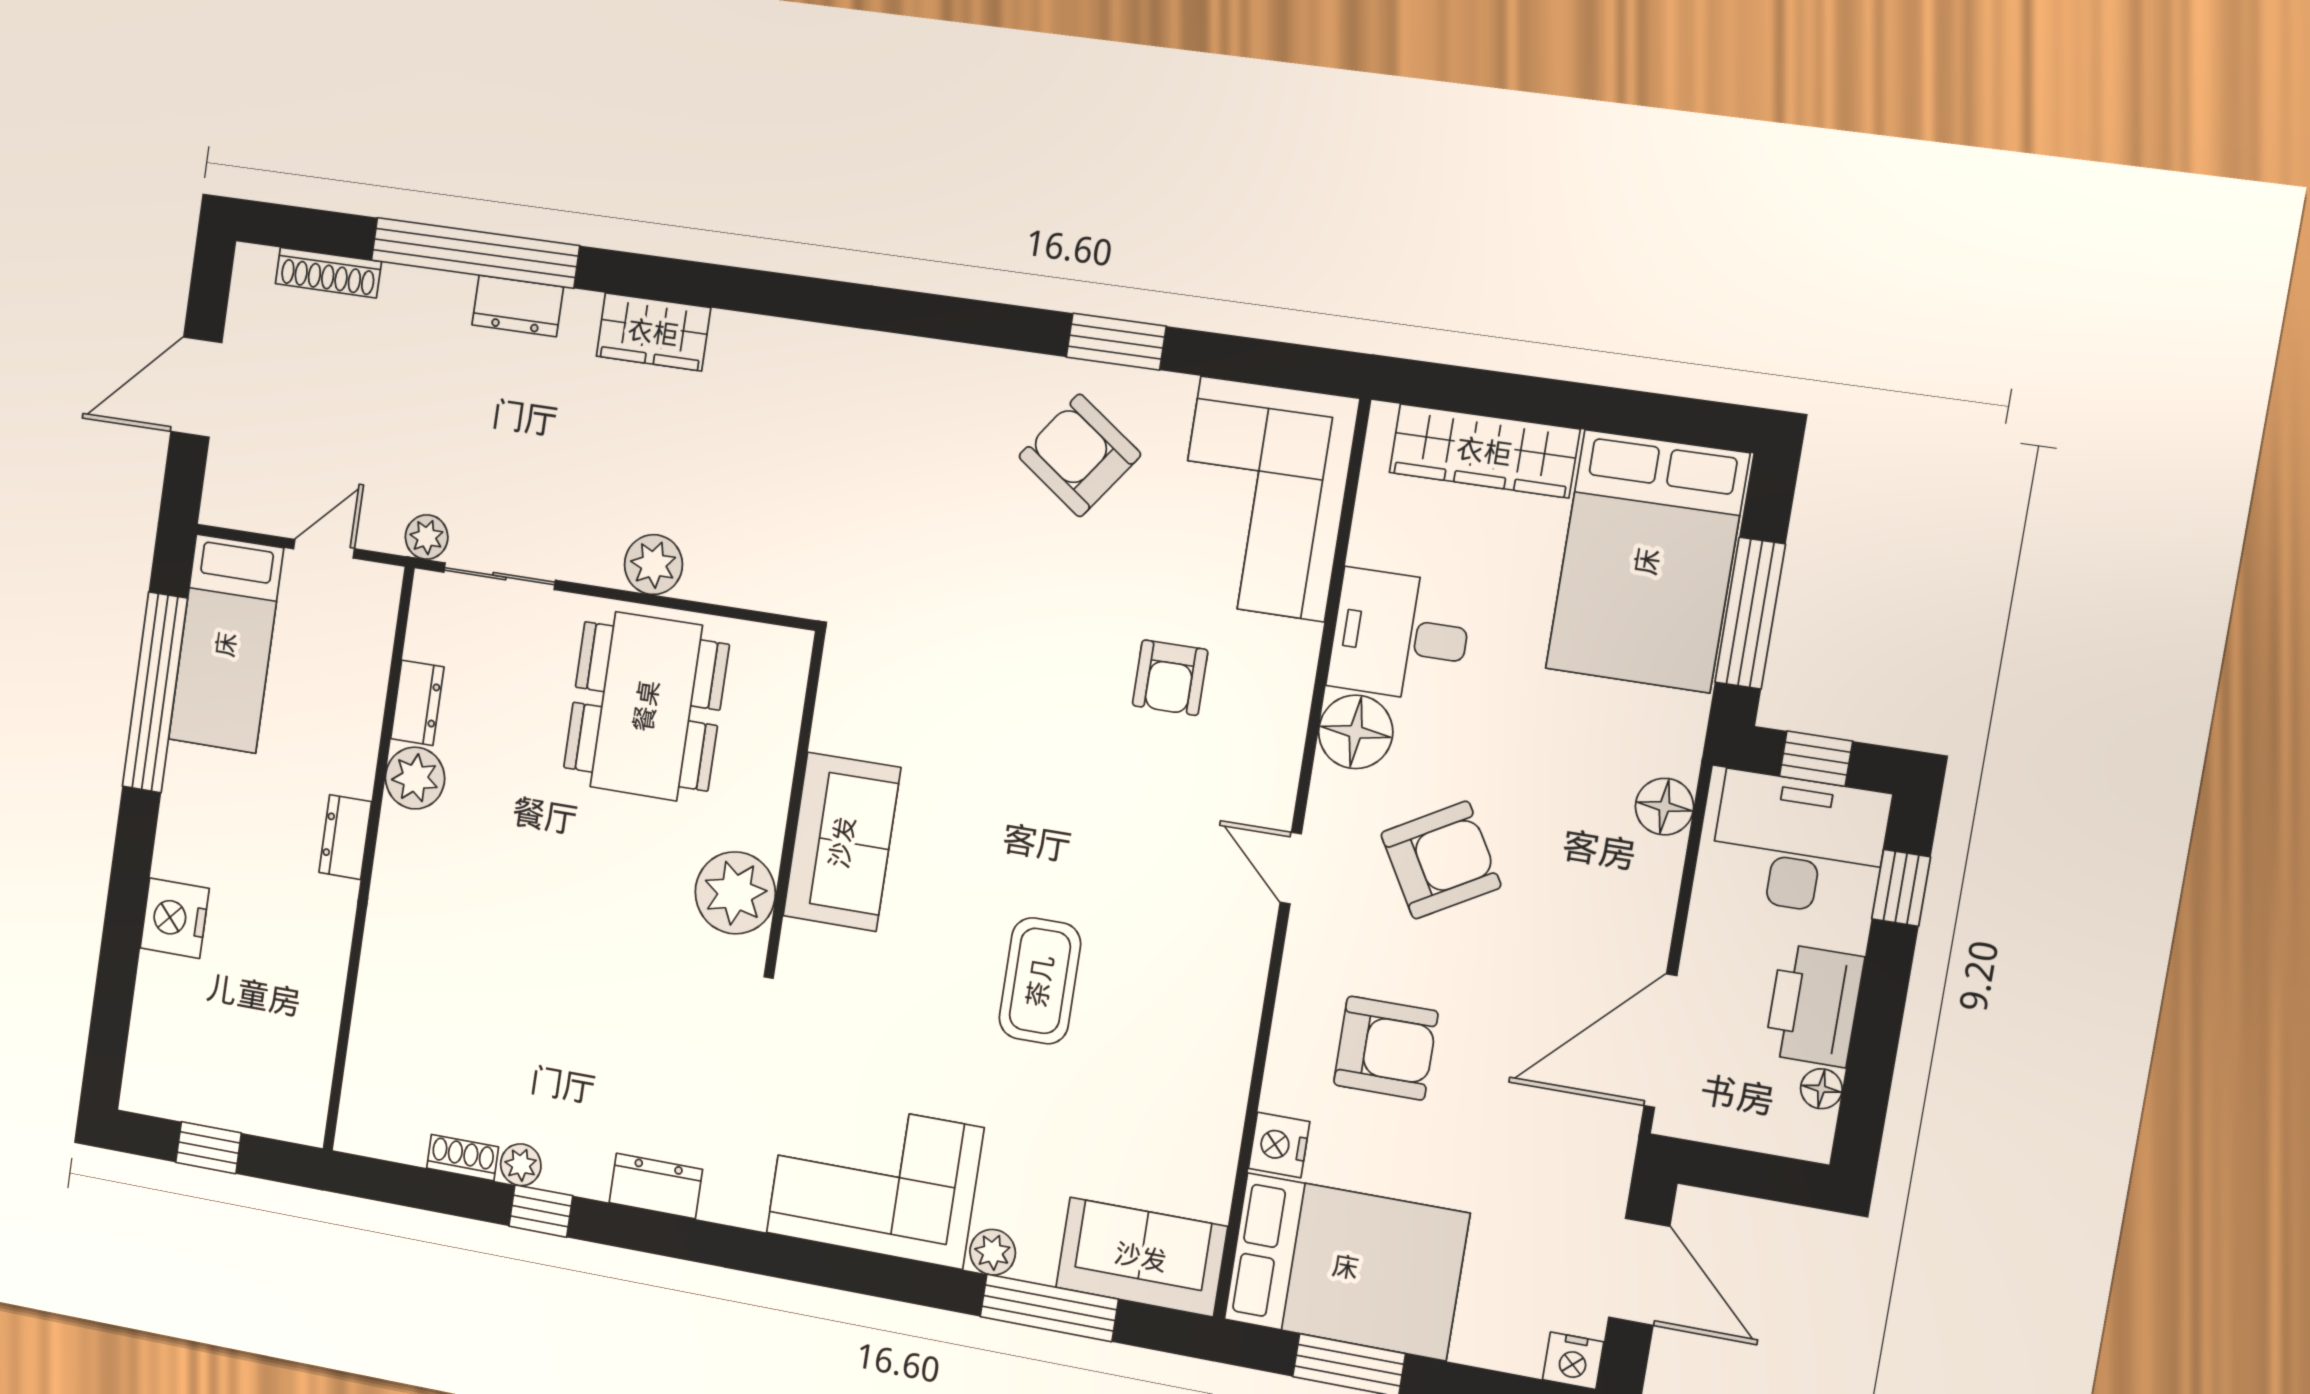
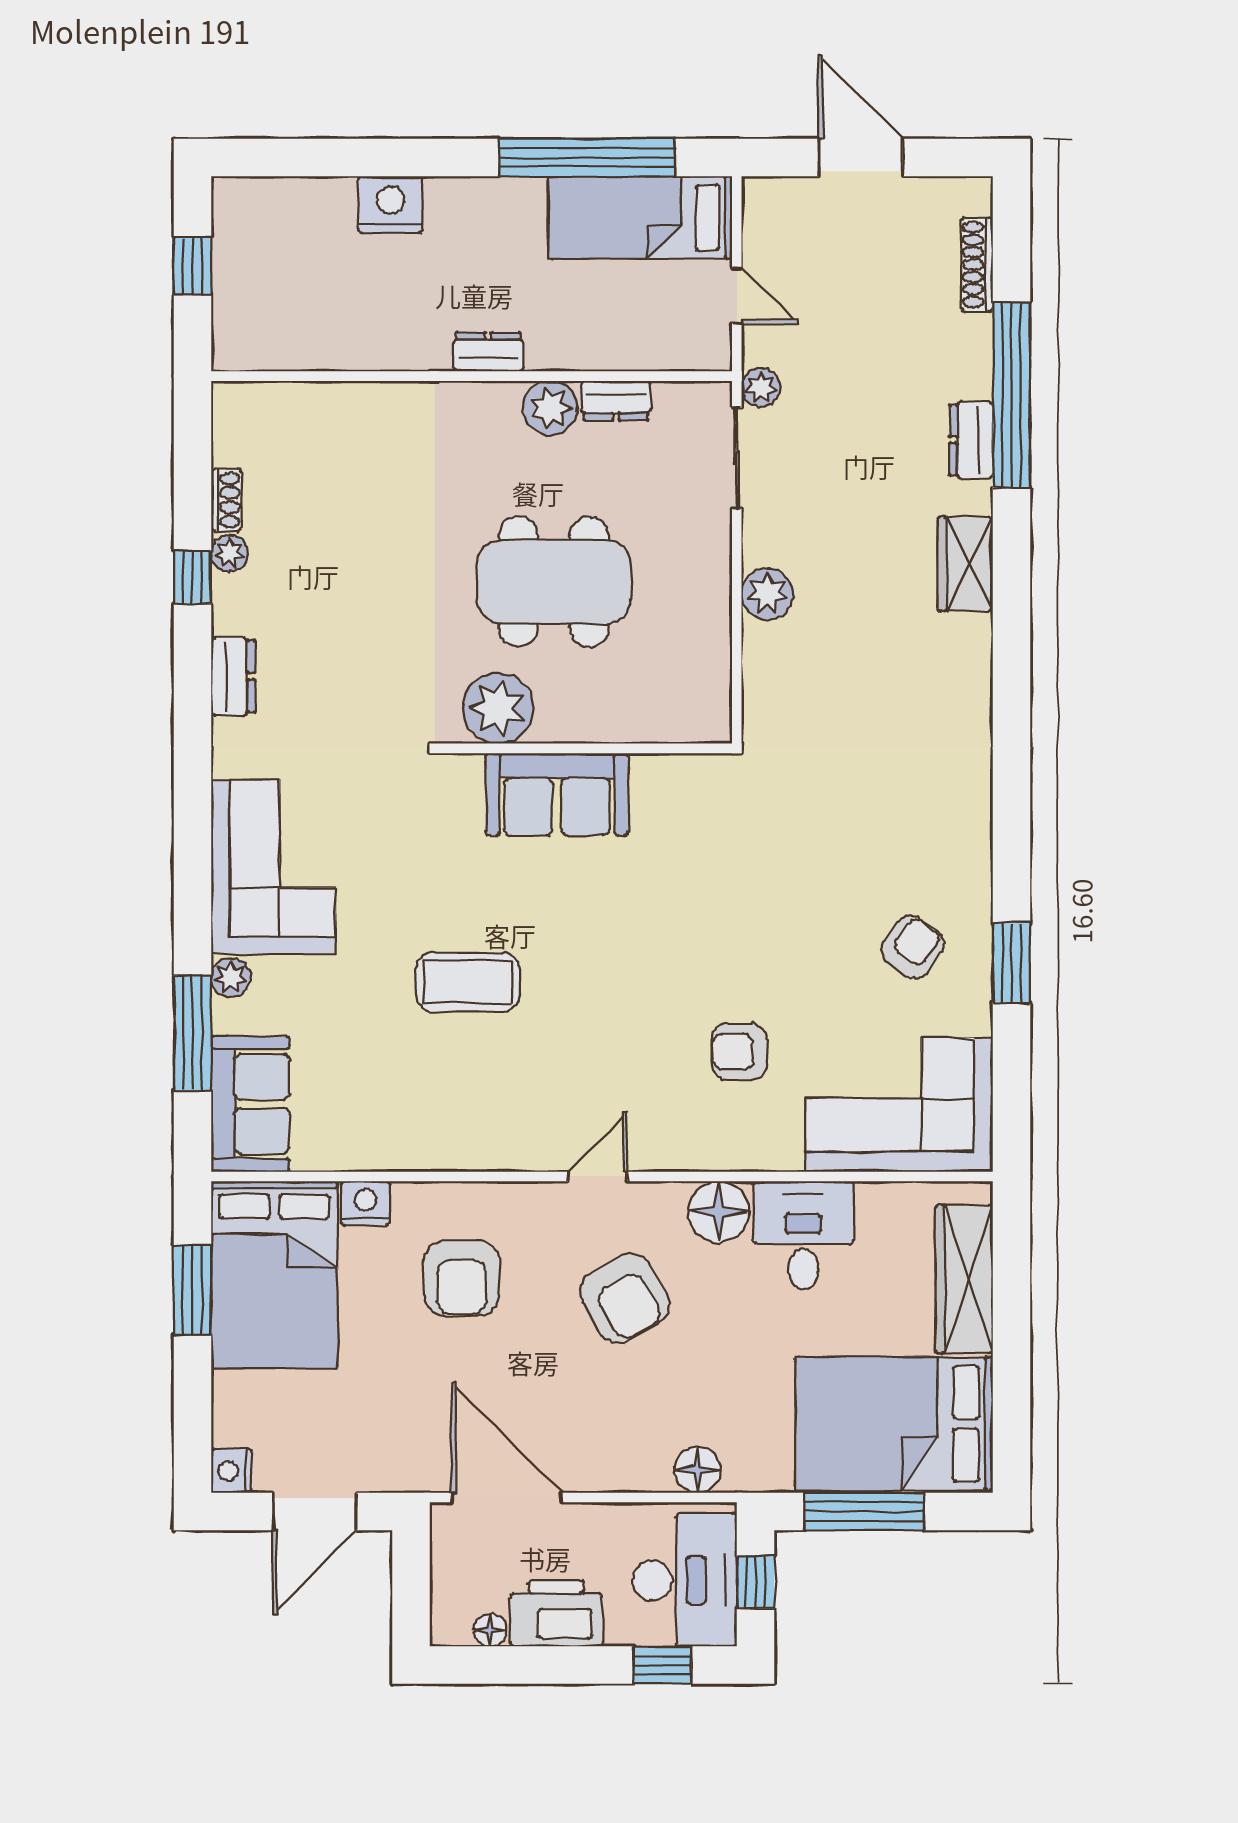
armchair: (1080, 455) -> (913, 947), width x0.72, depth x0.72
dining table: (646, 706) -> (554, 582), moved

